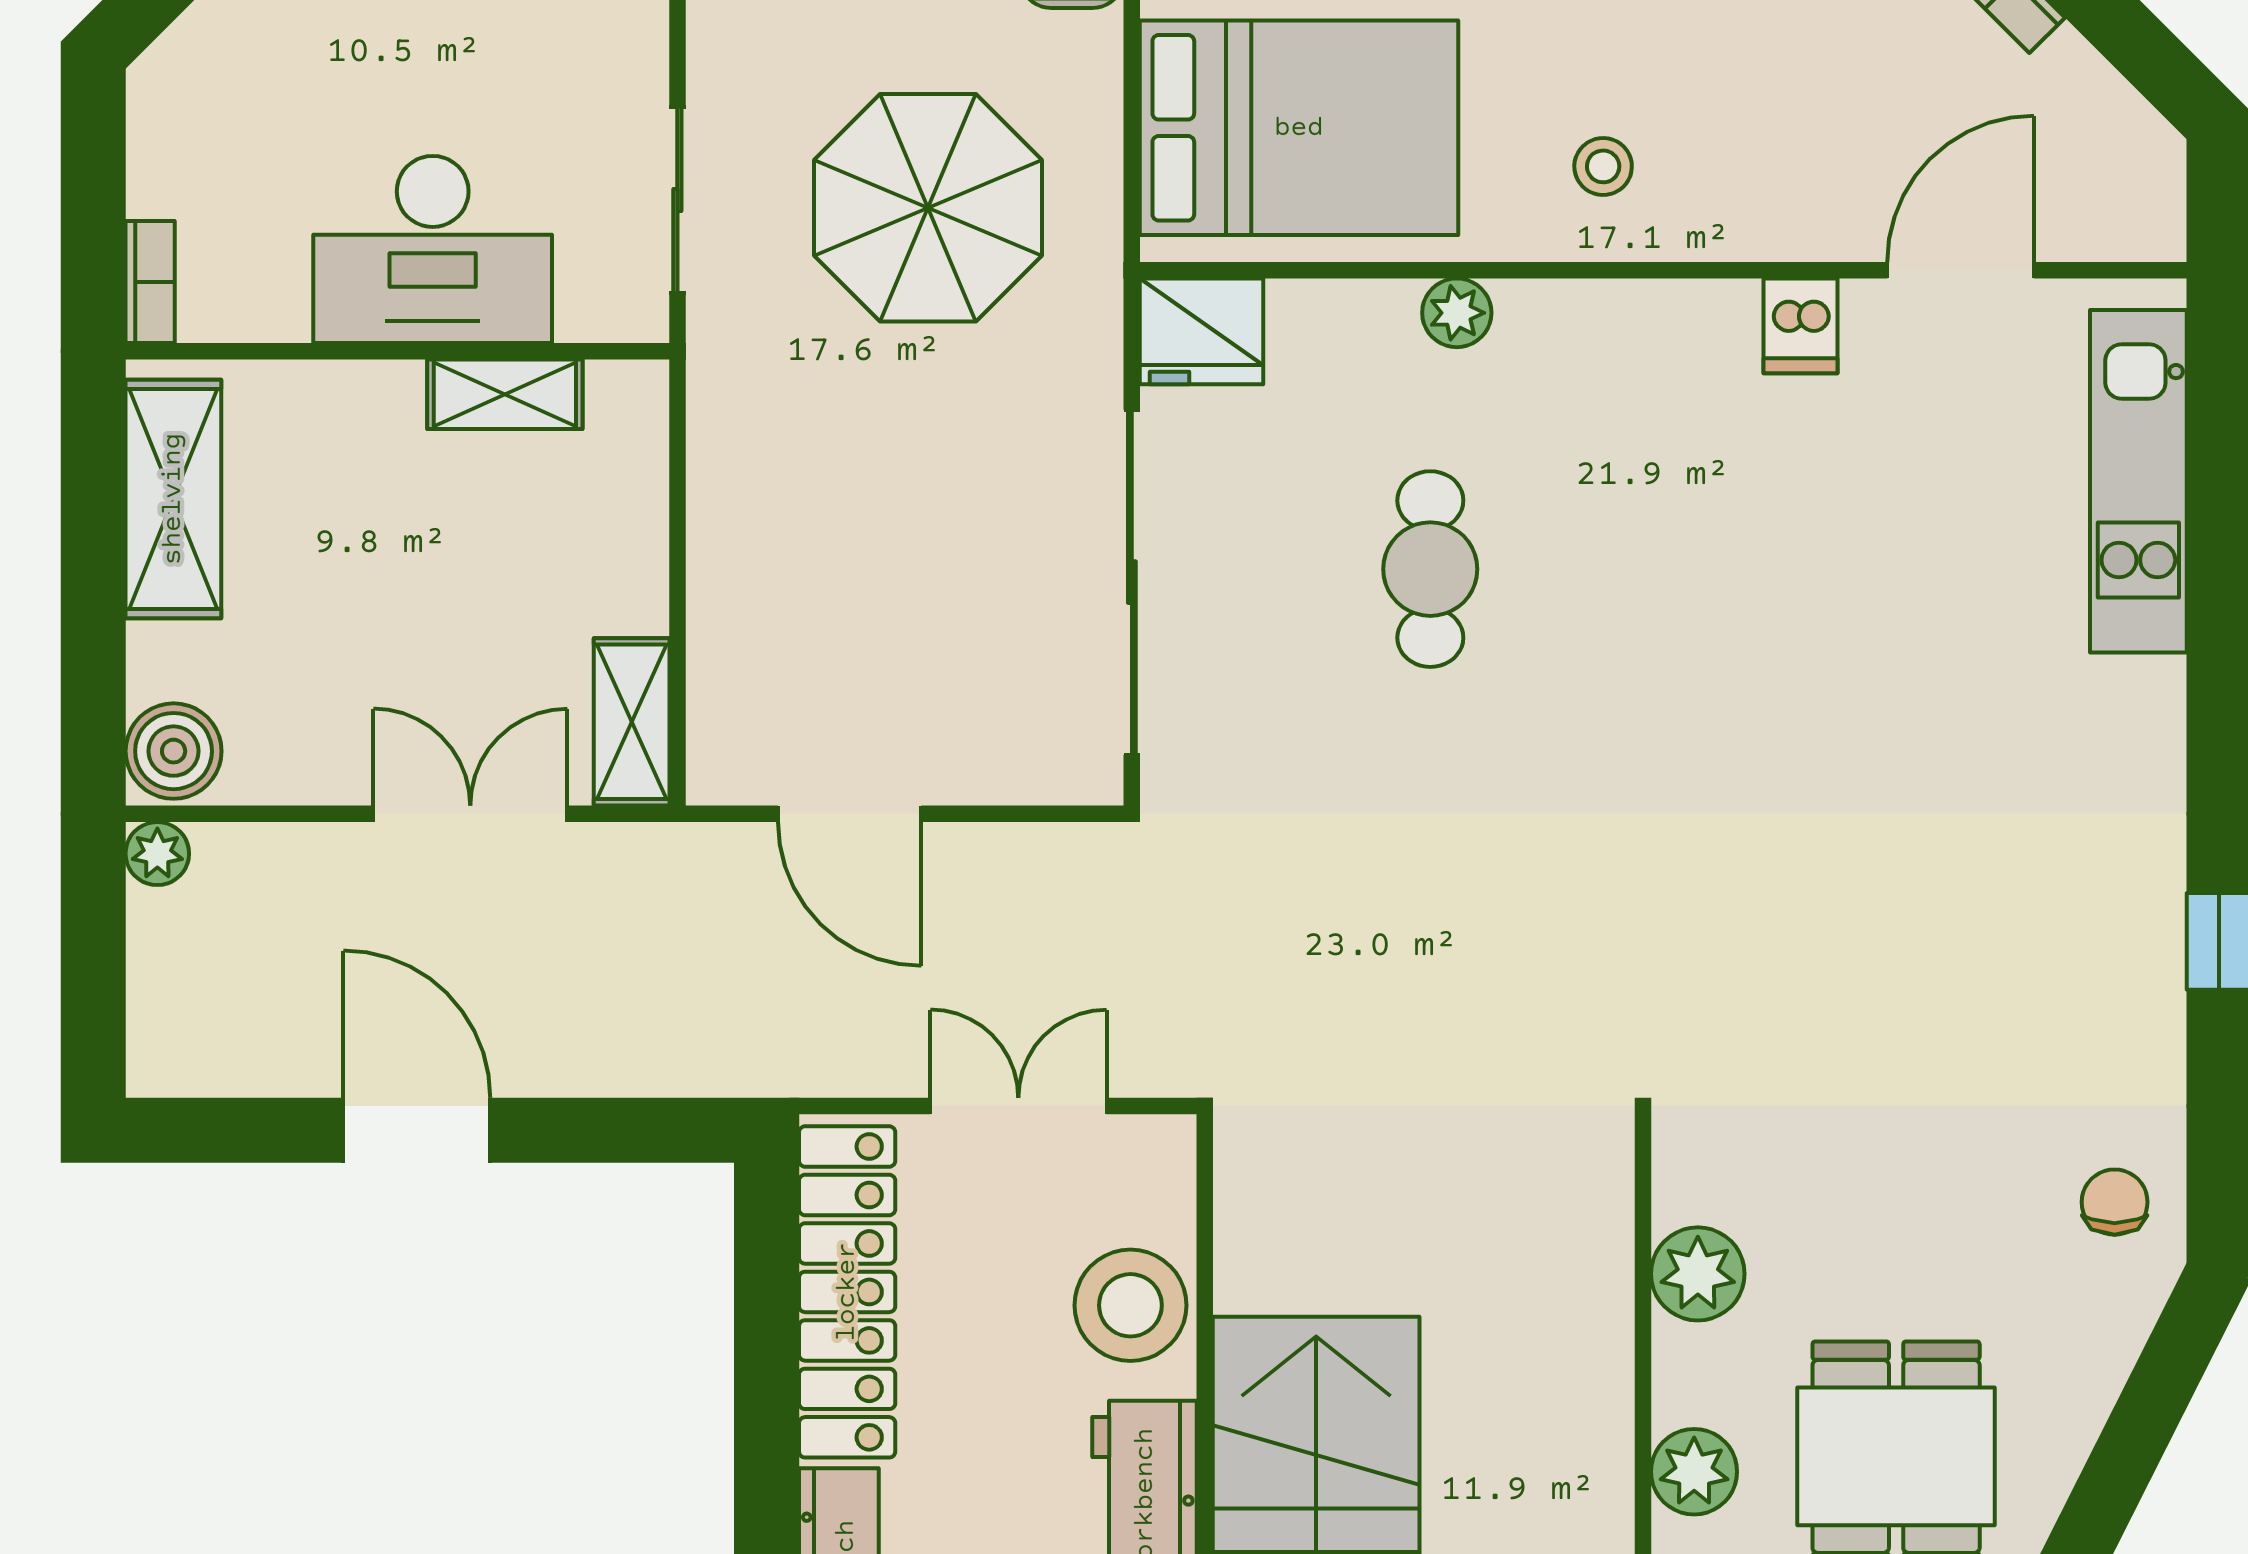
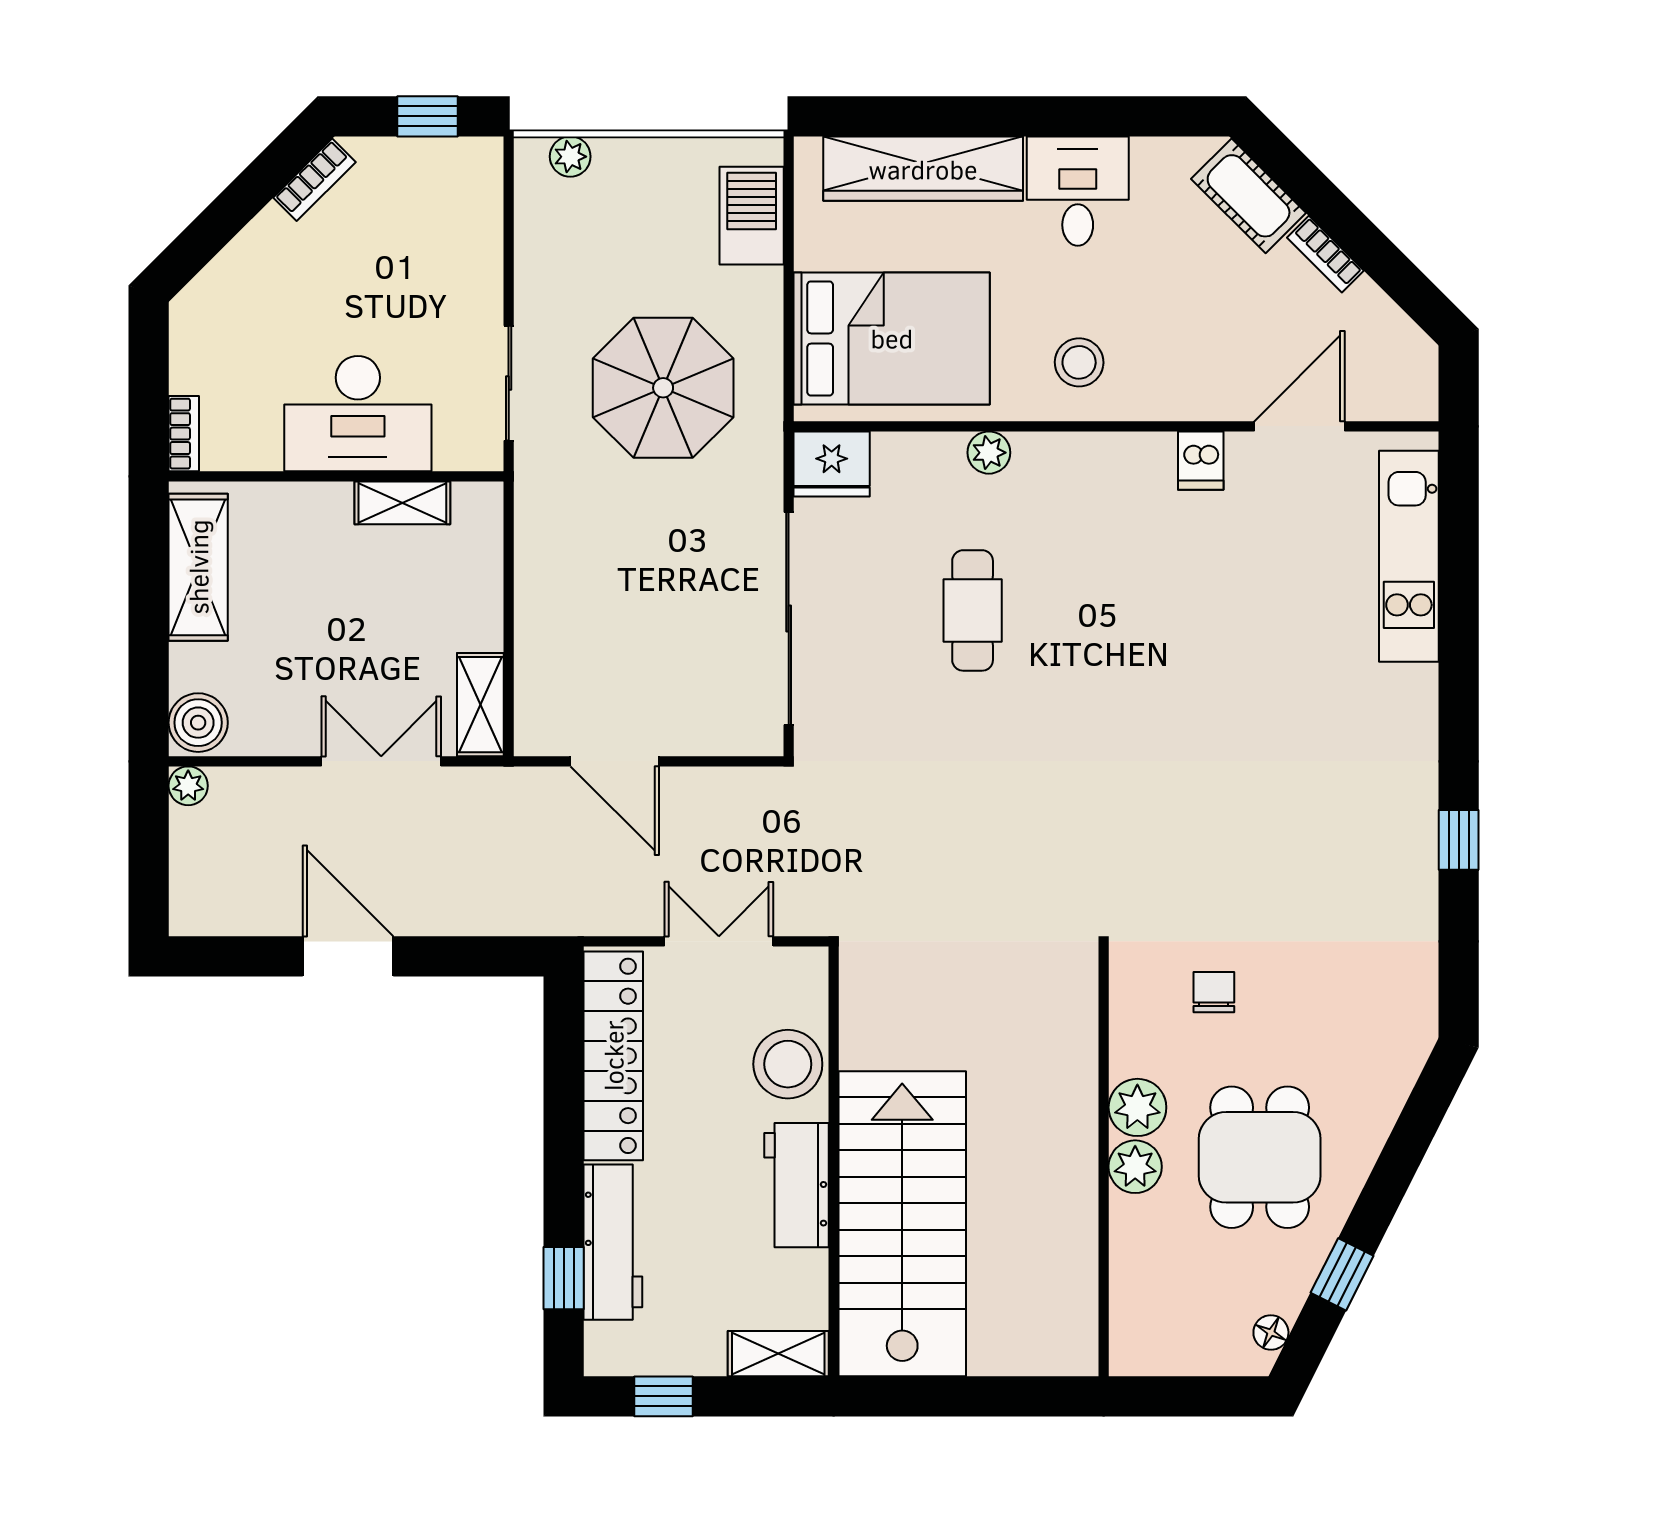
stool: (1603, 166) -> (1079, 362), width x1.37, depth x1.37
chair: (2115, 1202) -> (1214, 992), moved
plant: (1698, 1274) -> (1137, 1107), moved

